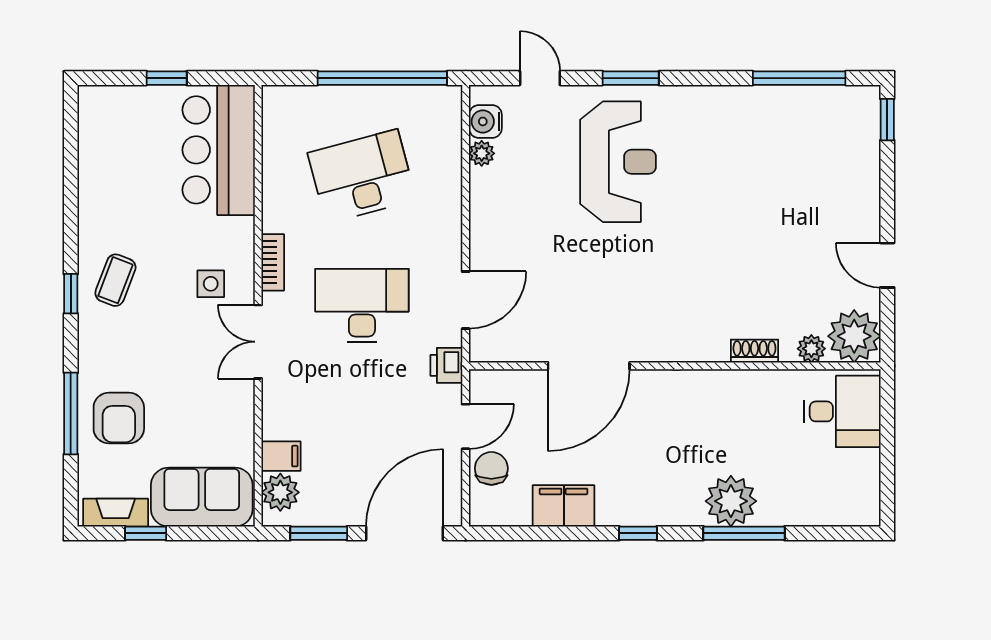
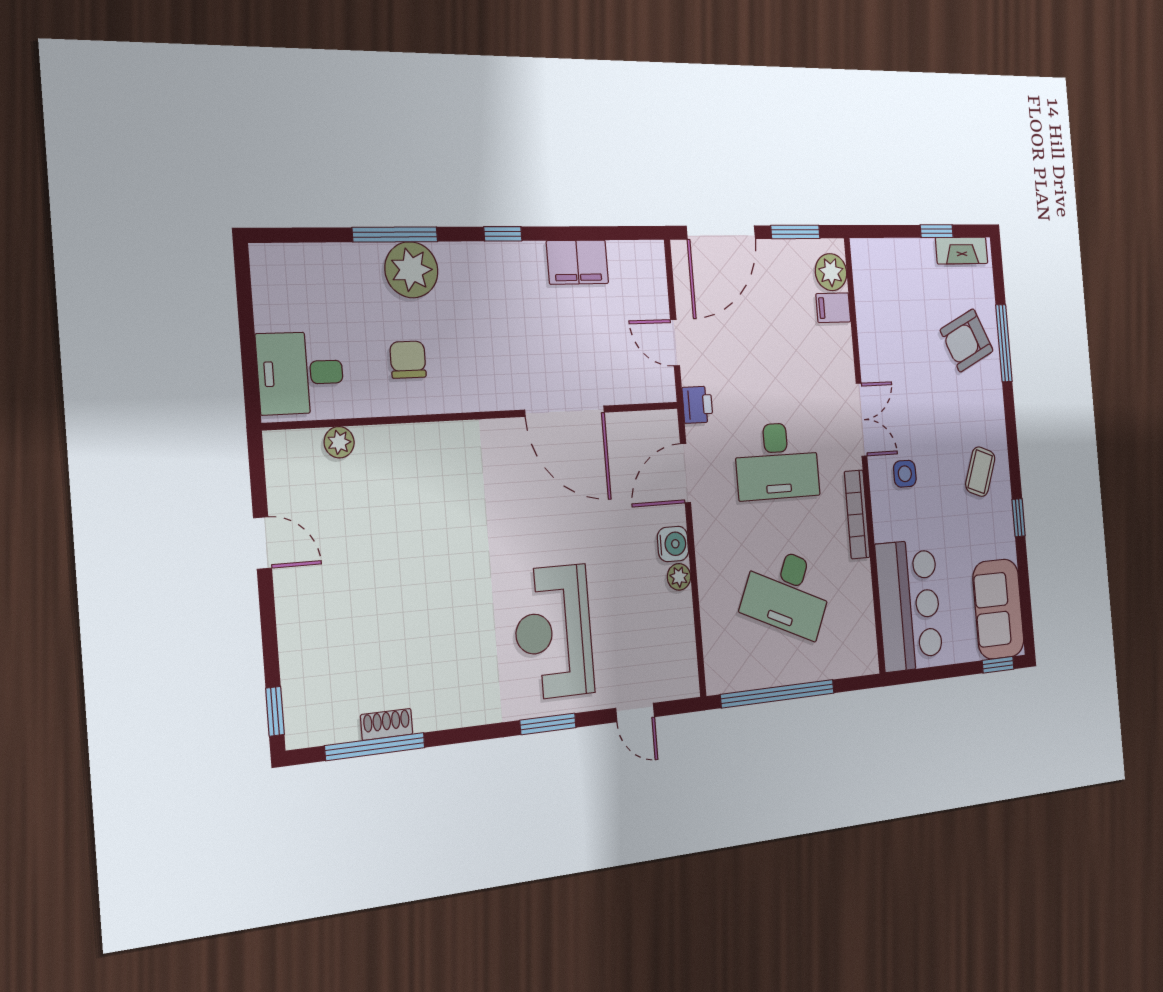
window: (167, 78) -> (998, 665), moved
water cooler: (485, 121) -> (673, 544), moved
plant: (482, 153) -> (679, 577), moved
desk: (362, 176) -> (787, 592), turned 39
bookcase: (273, 262) -> (857, 514), width x1.56
window: (71, 294) -> (1019, 518), moved
plant: (854, 336) -> (293, 459), removed
shoe rack: (754, 351) -> (387, 724), moved, turned 180
door: (589, 366) -> (565, 411), swing flipped
armchair: (119, 418) -> (967, 340), turned -115
door: (466, 426) -> (675, 343), hinge flipped
chair: (491, 468) -> (408, 360), moved, turned 180
sofa: (202, 497) -> (998, 609), moved, turned 90

